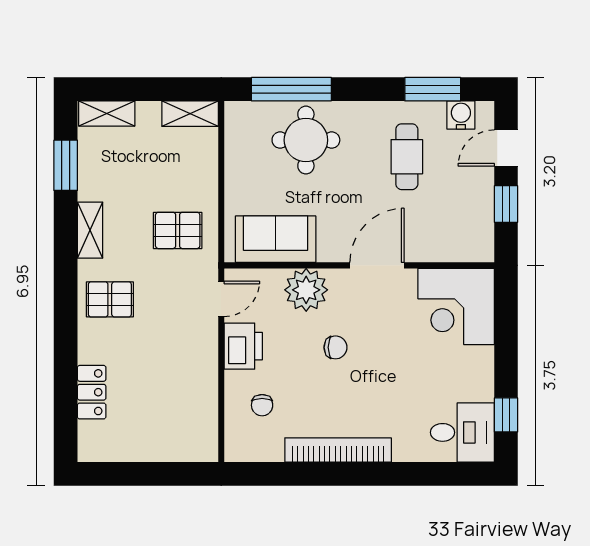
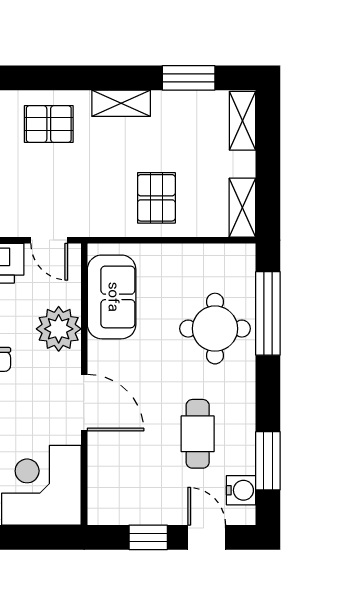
cafe table: (407, 157) -> (198, 434), turned 90
pallet: (178, 230) -> (156, 198), moved
pallet: (110, 299) -> (49, 124), turned 90

